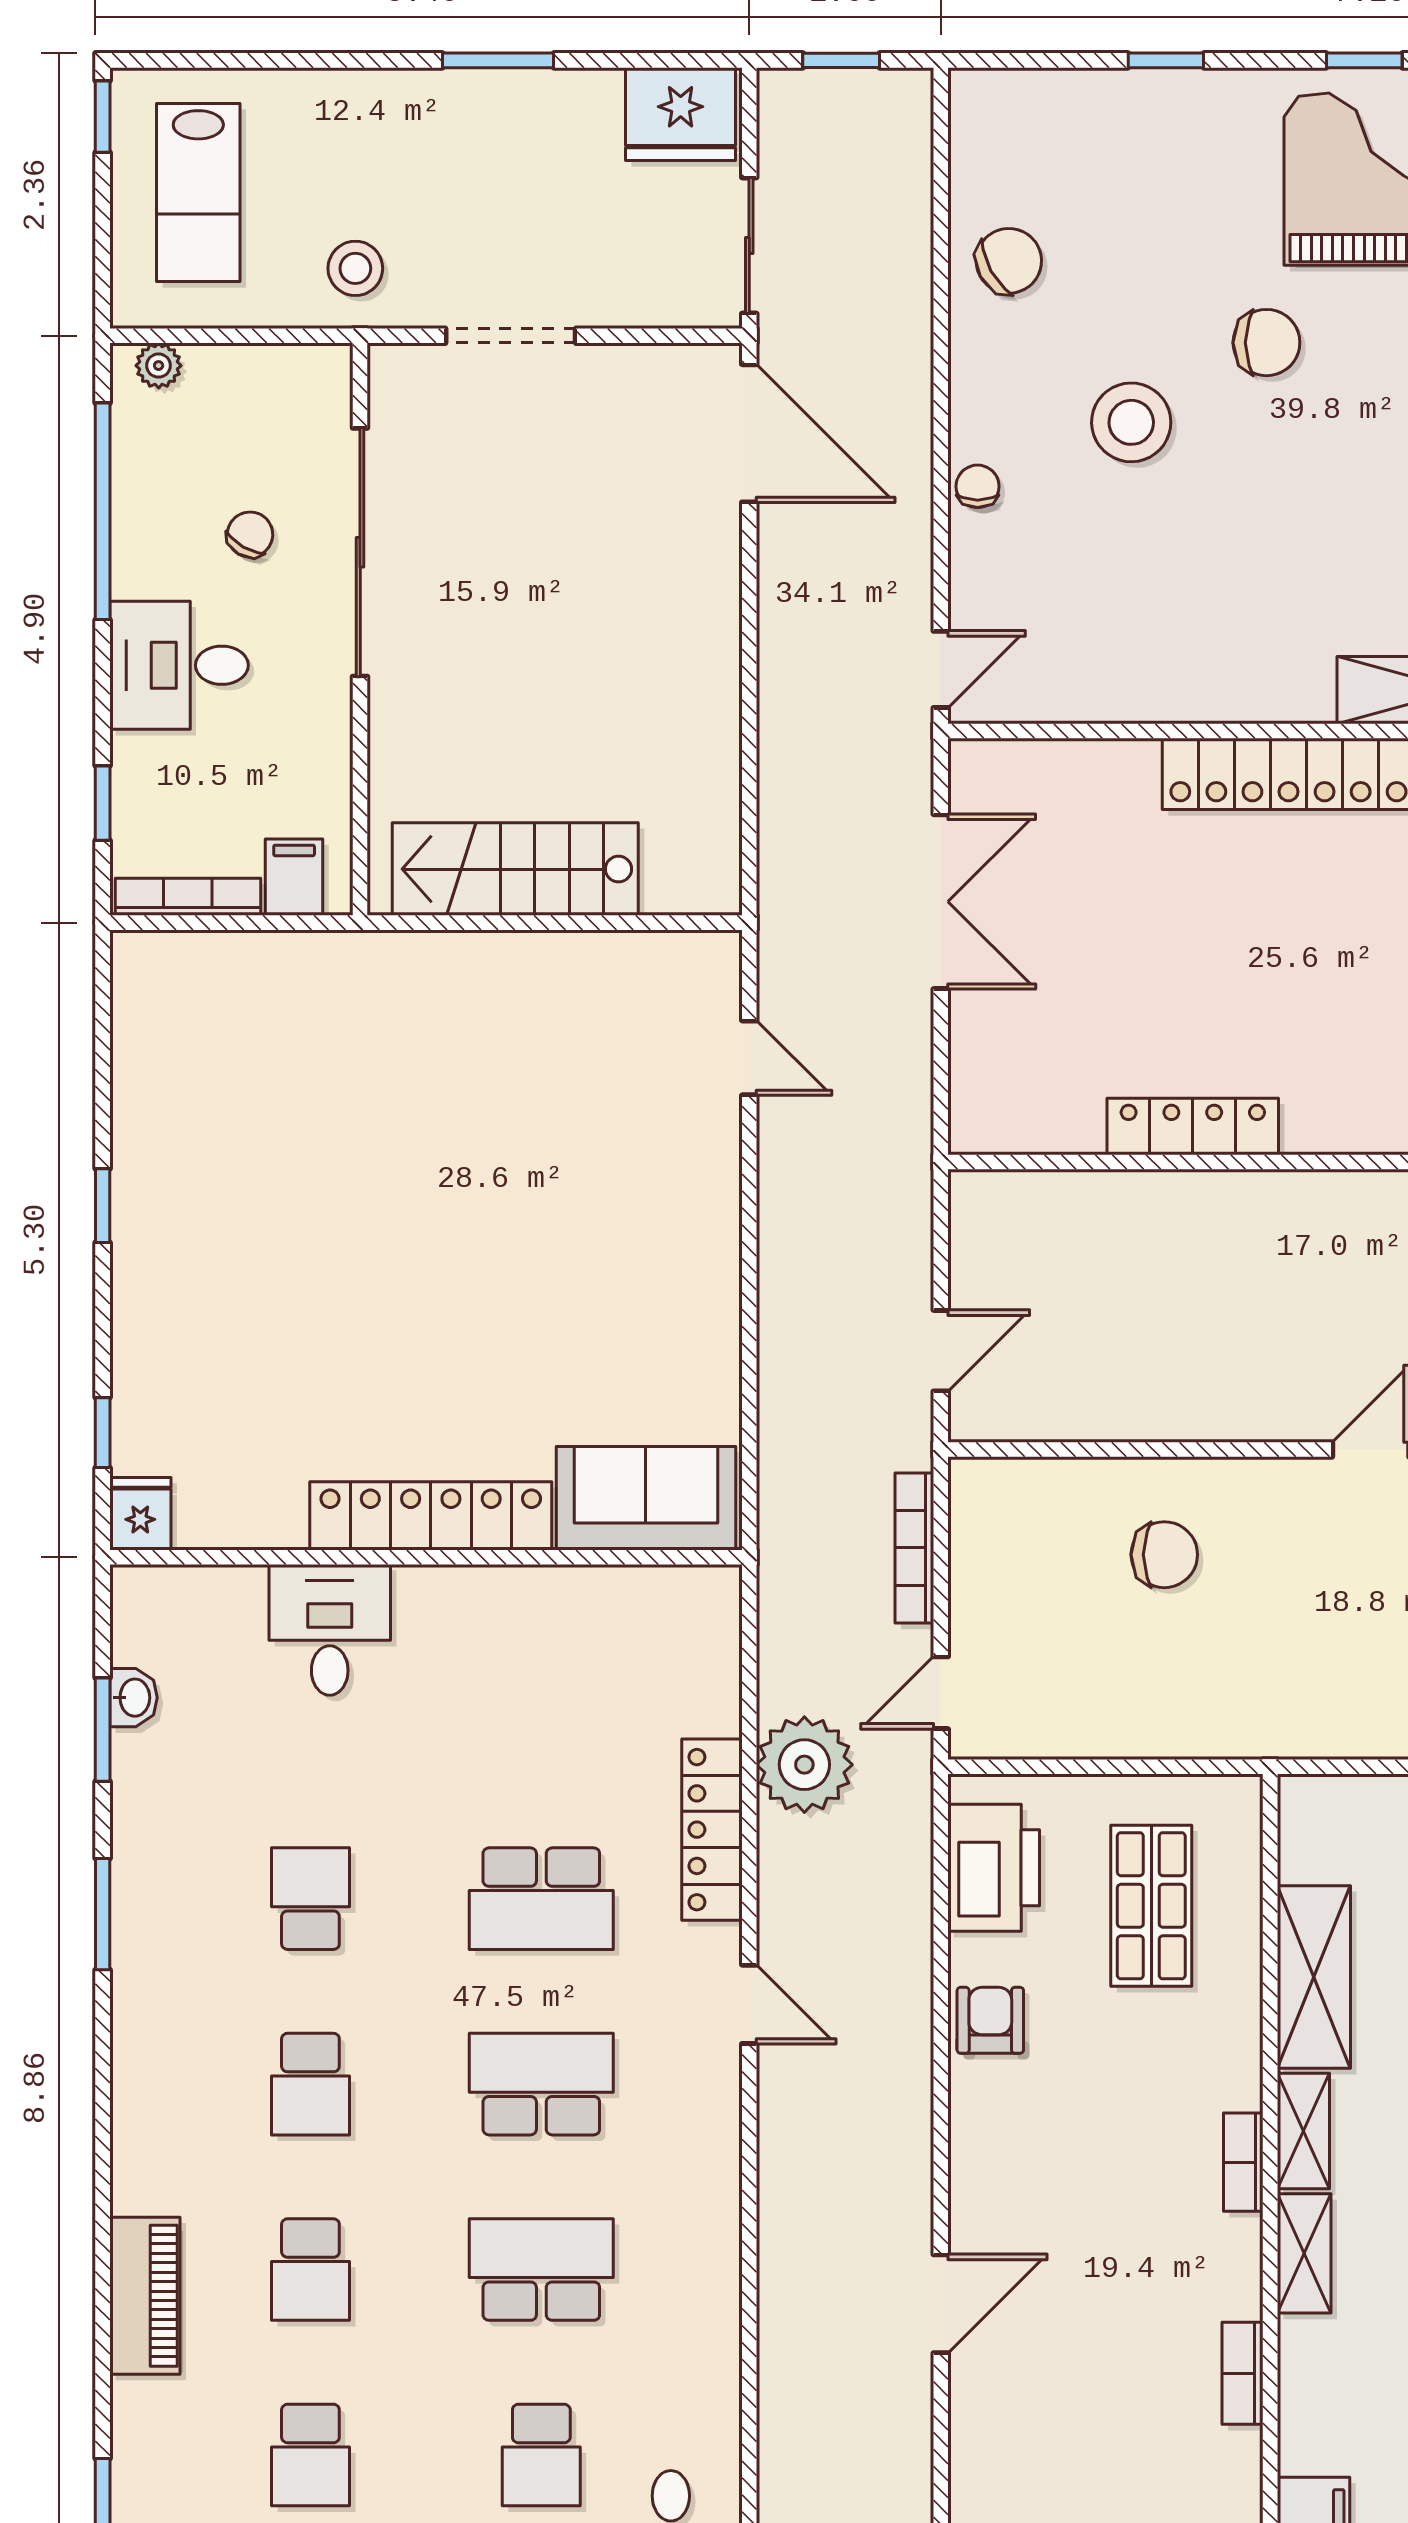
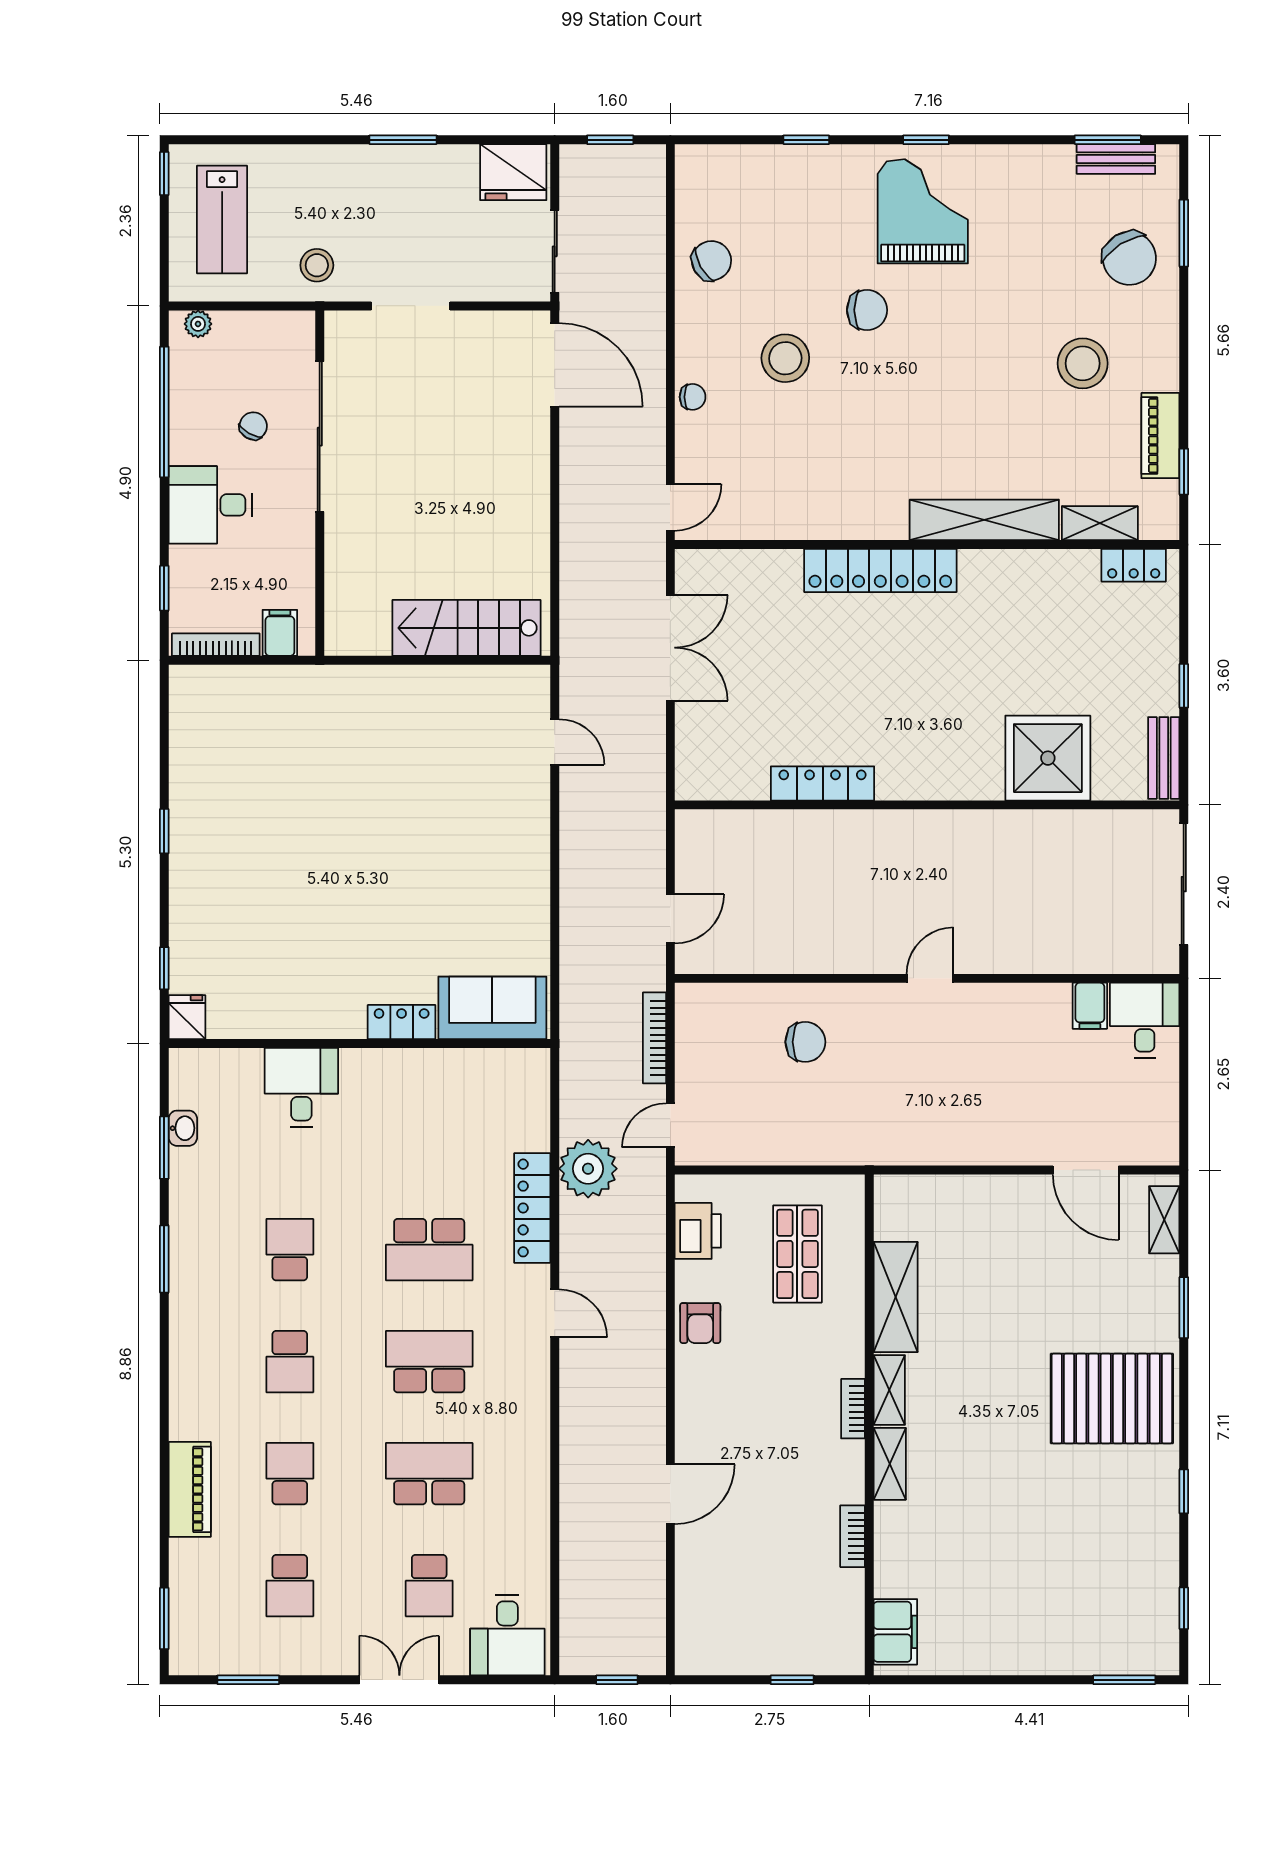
chair: (978, 486) -> (693, 397), turned 90
stairs: (515, 869) -> (466, 628), moved
locker: (431, 1516) -> (402, 1022), width x0.46, depth x0.83
printer: (994, 1868) -> (698, 1231), width x0.73, depth x0.84
armchair: (990, 2020) -> (700, 1323), turned 180
school desk: (310, 2270) -> (290, 1474), turned 180

